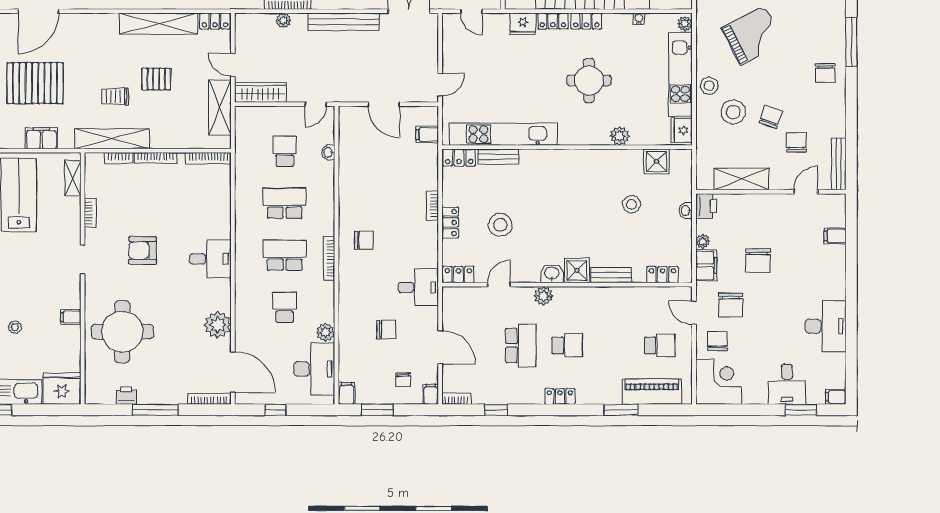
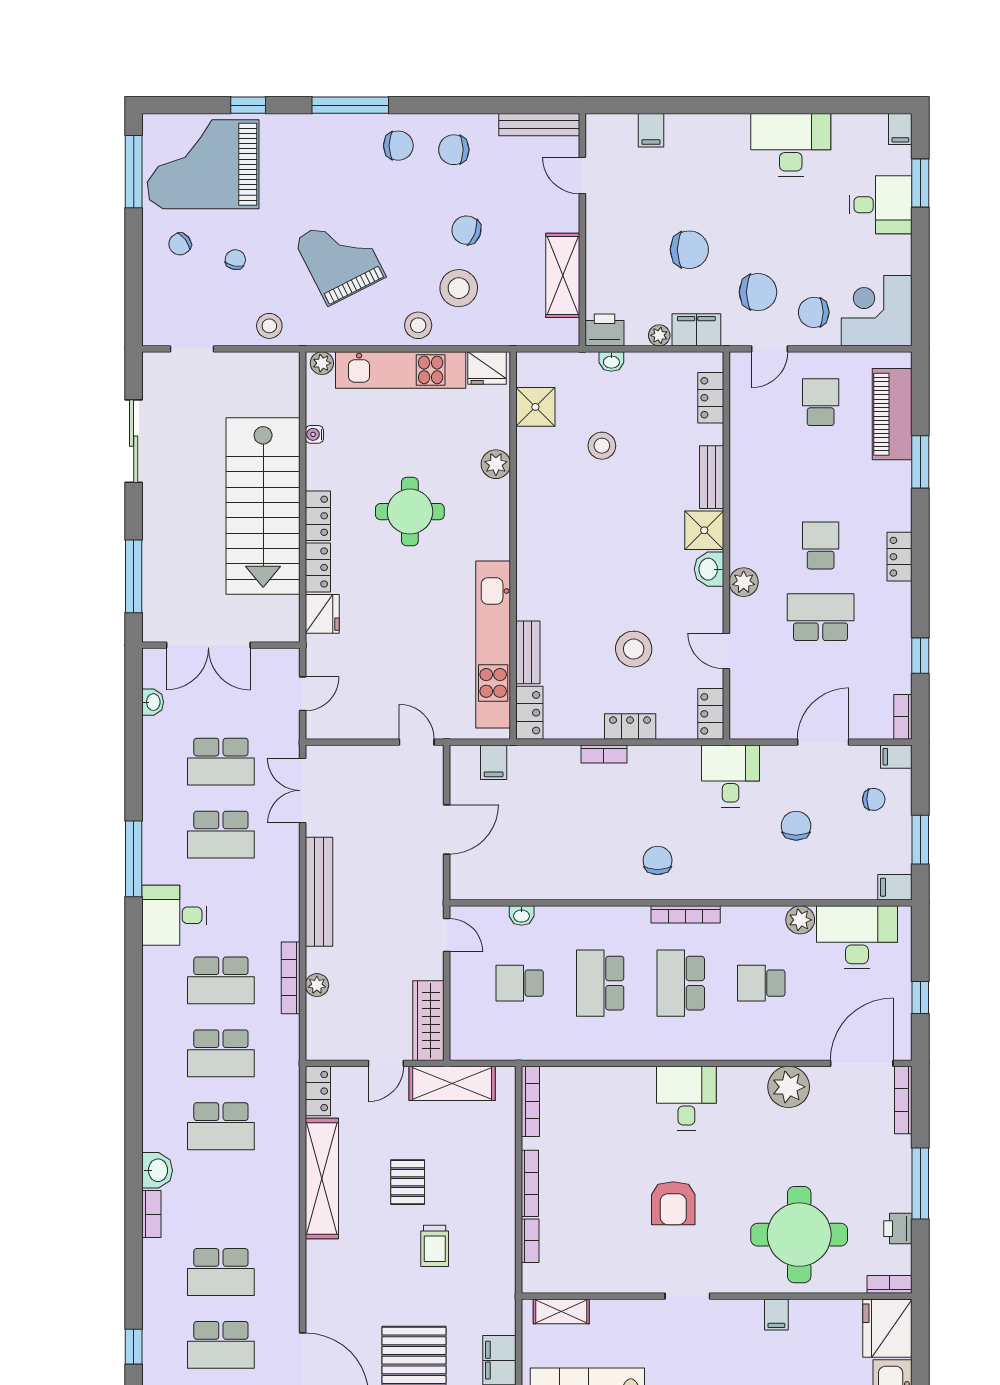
shelving: (112, 139) -> (500, 1251), removed
chair: (797, 142) -> (454, 150), moved
bookcase: (90, 213) -> (890, 1284), moved

